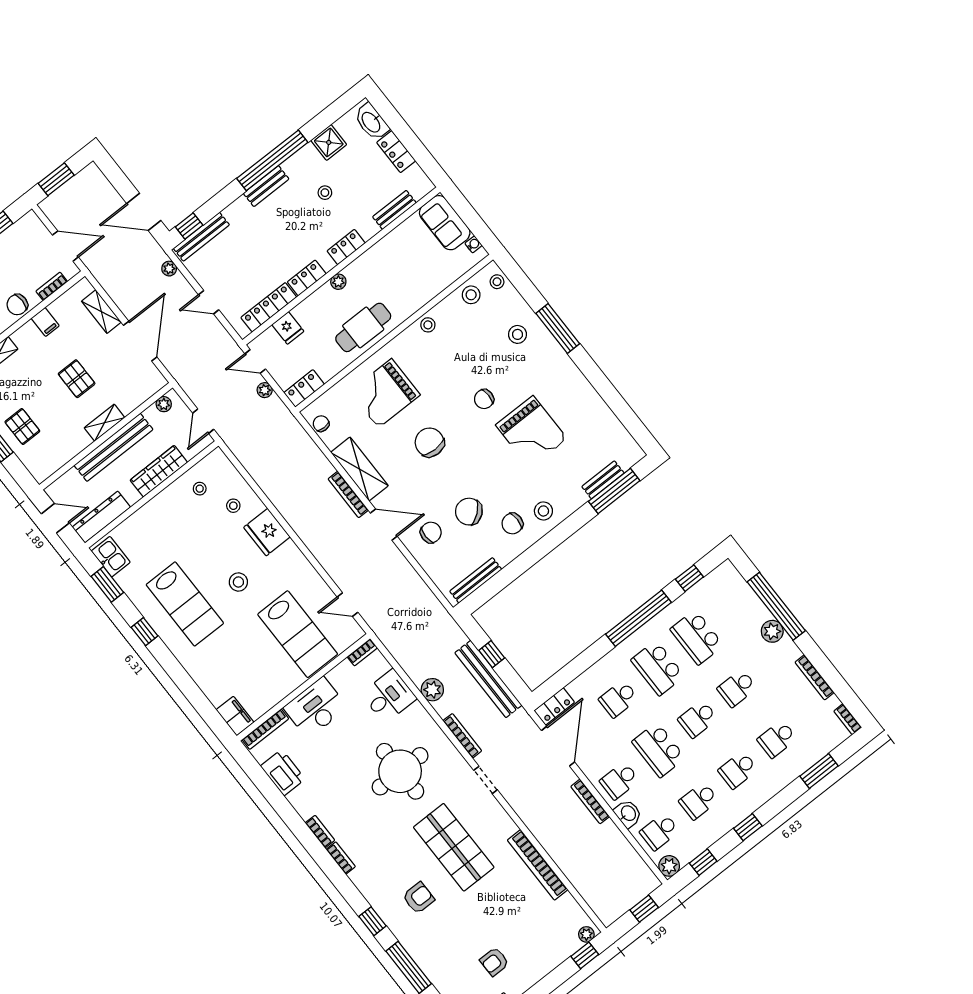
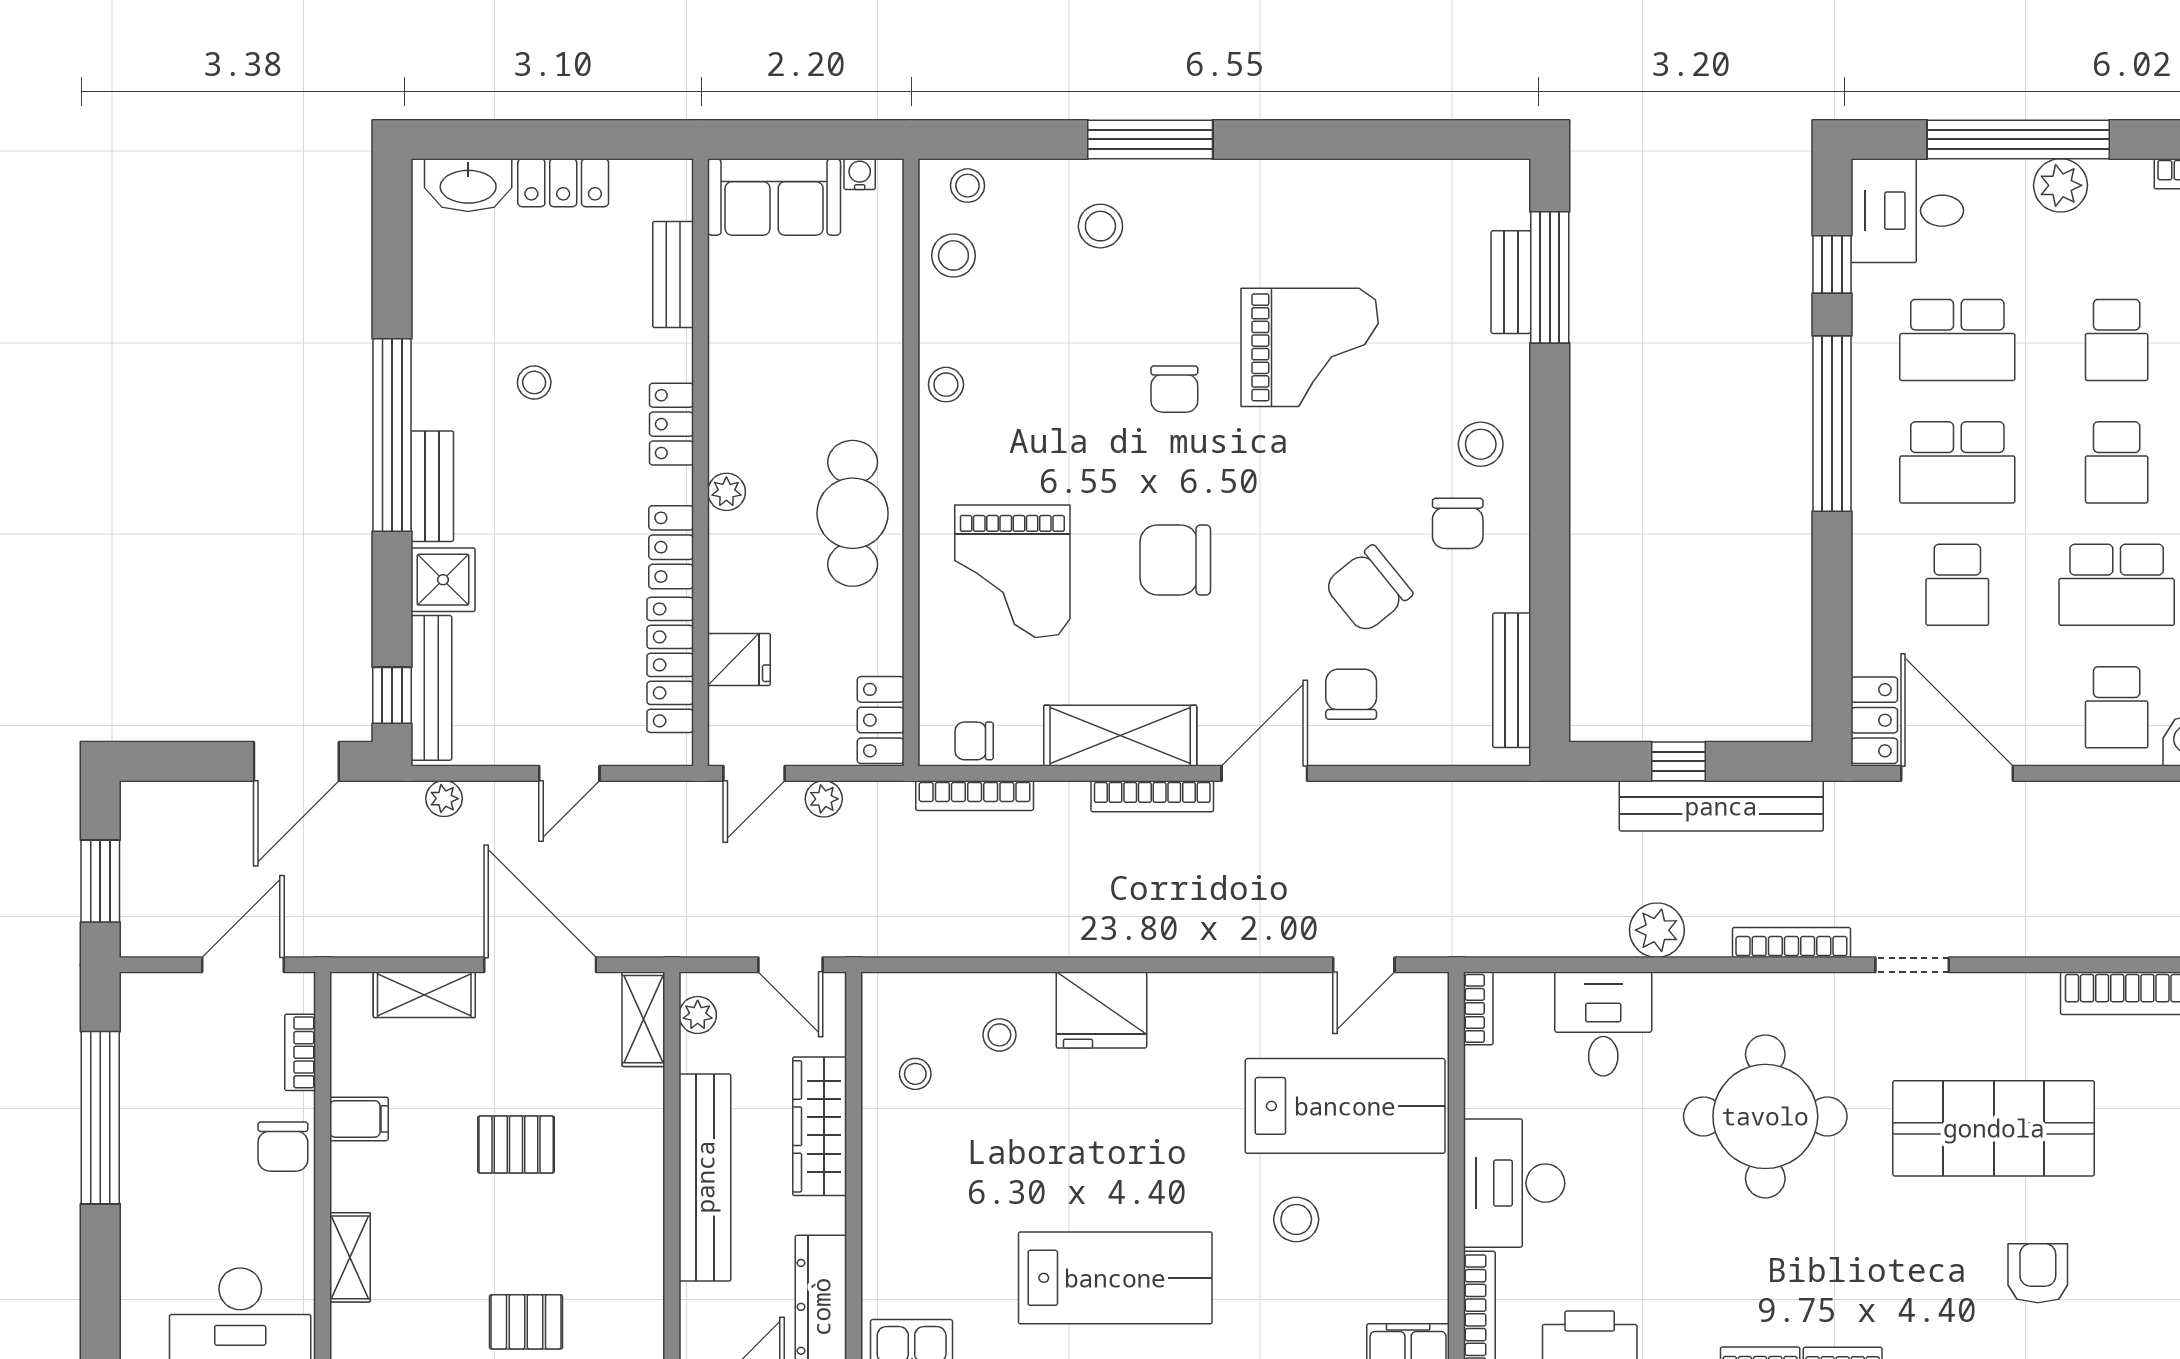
shower: (329, 142) -> (443, 580), moved
shelving: (104, 423) -> (643, 1019), moved
stool: (238, 582) -> (1296, 1219), moved
desk: (726, 589) -> (1907, 211), added
bookcase: (590, 801) -> (975, 796), moved

